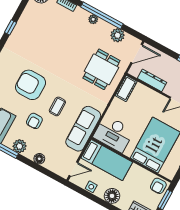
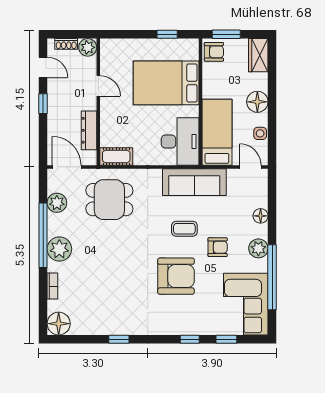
plant: (93, 19) -> (59, 249), width x1.87, depth x1.87
armchair: (31, 85) -> (176, 276), turned -90

